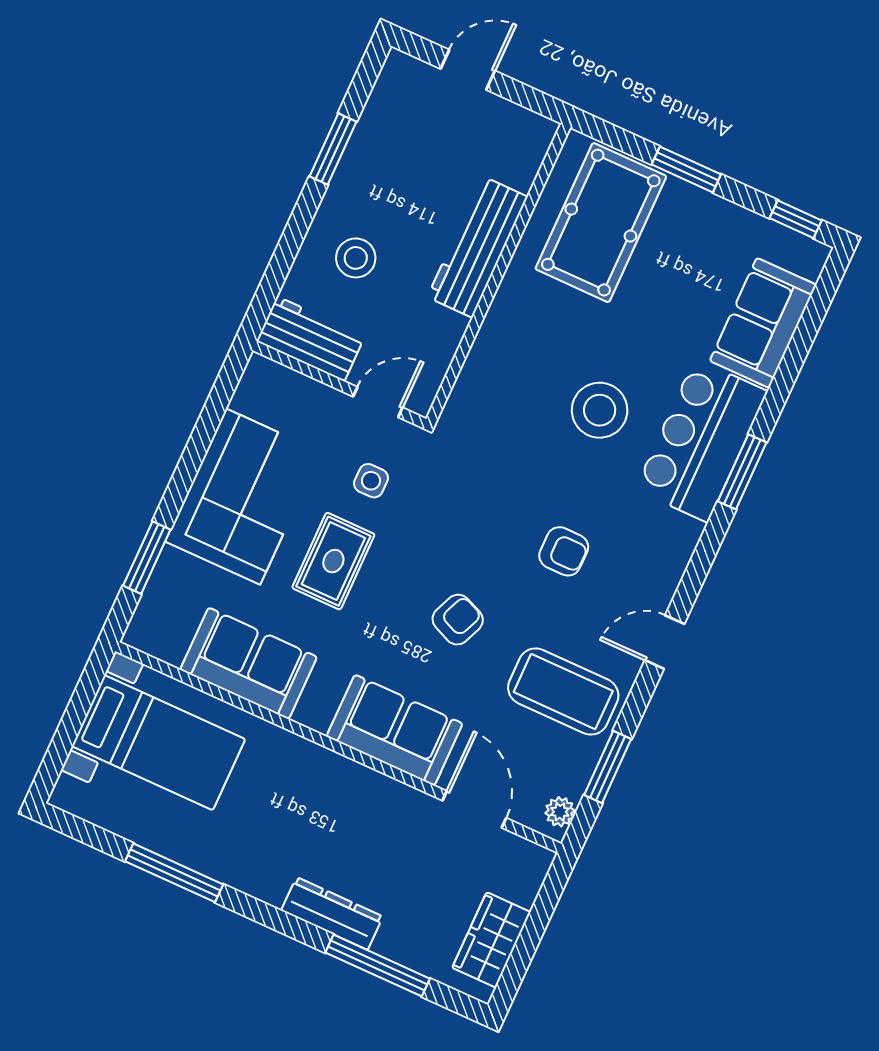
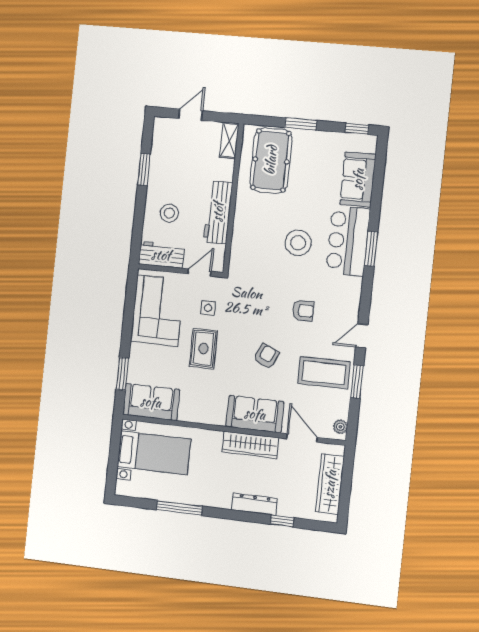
shelving: (530, 151) -> (229, 140), added
workbench: (478, 247) -> (218, 212), moved
corner sofa: (243, 497) -> (157, 311), moved
sofa: (249, 663) -> (151, 402), moved
window: (608, 767) -> (357, 382), moved
wardrobe: (364, 790) -> (250, 445), added
wardrobe: (491, 940) -> (330, 484), width x1.50
window: (378, 966) -> (282, 521), width x0.46

